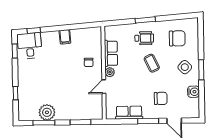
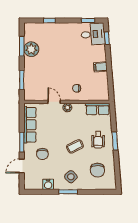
row of seats: (111, 53) -> (98, 109), moved
row of seats: (129, 113) -> (30, 125), width x1.48

